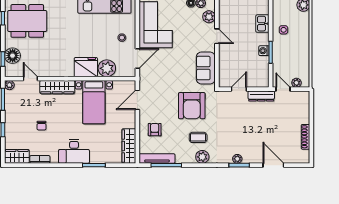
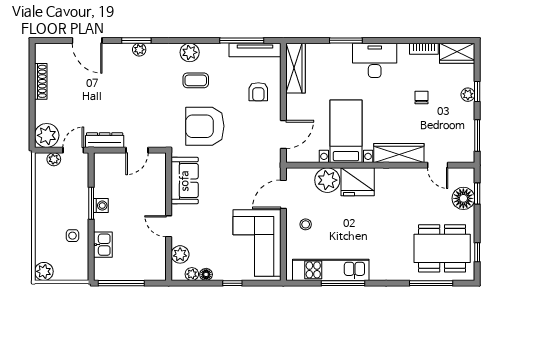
plant: (9, 85) -> (468, 95), moved
door: (283, 89) -> (73, 150), swing flipped
plant: (301, 99) -> (47, 135), added
armchair: (192, 106) -> (205, 126), turned -90

